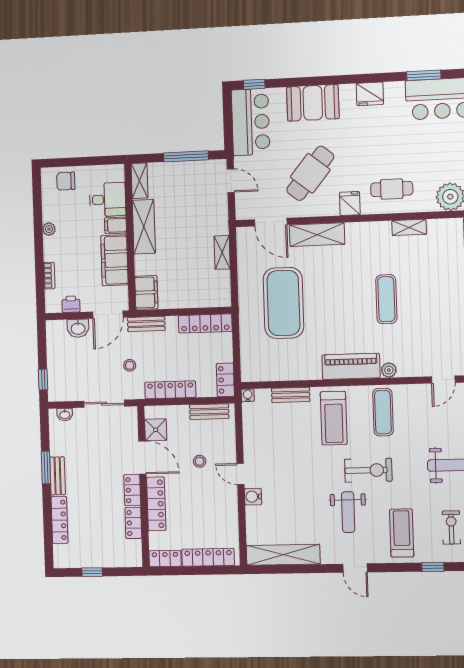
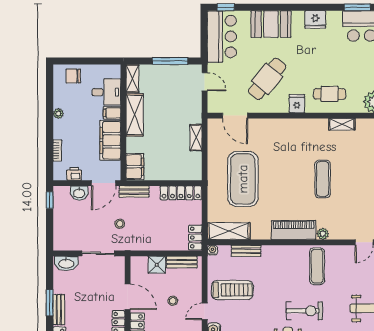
shelving: (317, 235) -> (229, 231), moved
window: (43, 380) -> (50, 200), moved
locker: (170, 390) -> (151, 244), removed
washbasin: (65, 415) -> (66, 263), width x1.91, depth x1.45
treadmill: (334, 418) -> (232, 290), moved, turned -90
shower: (156, 430) -> (157, 265), moved
door: (240, 474) -> (205, 311), hinge flipped

